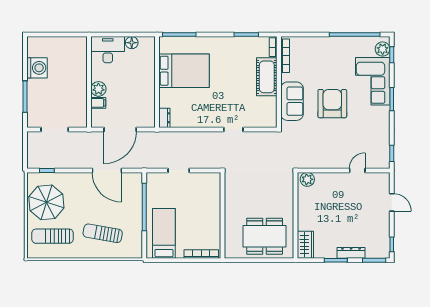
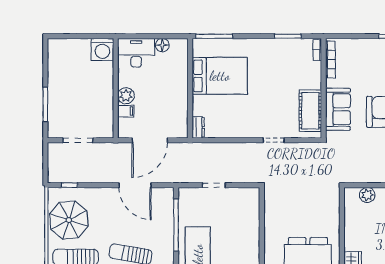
washing machine: (37, 68) -> (102, 49), moved, turned 90
cot: (267, 77) -> (310, 111), moved
plant: (307, 179) -> (367, 195), moved

